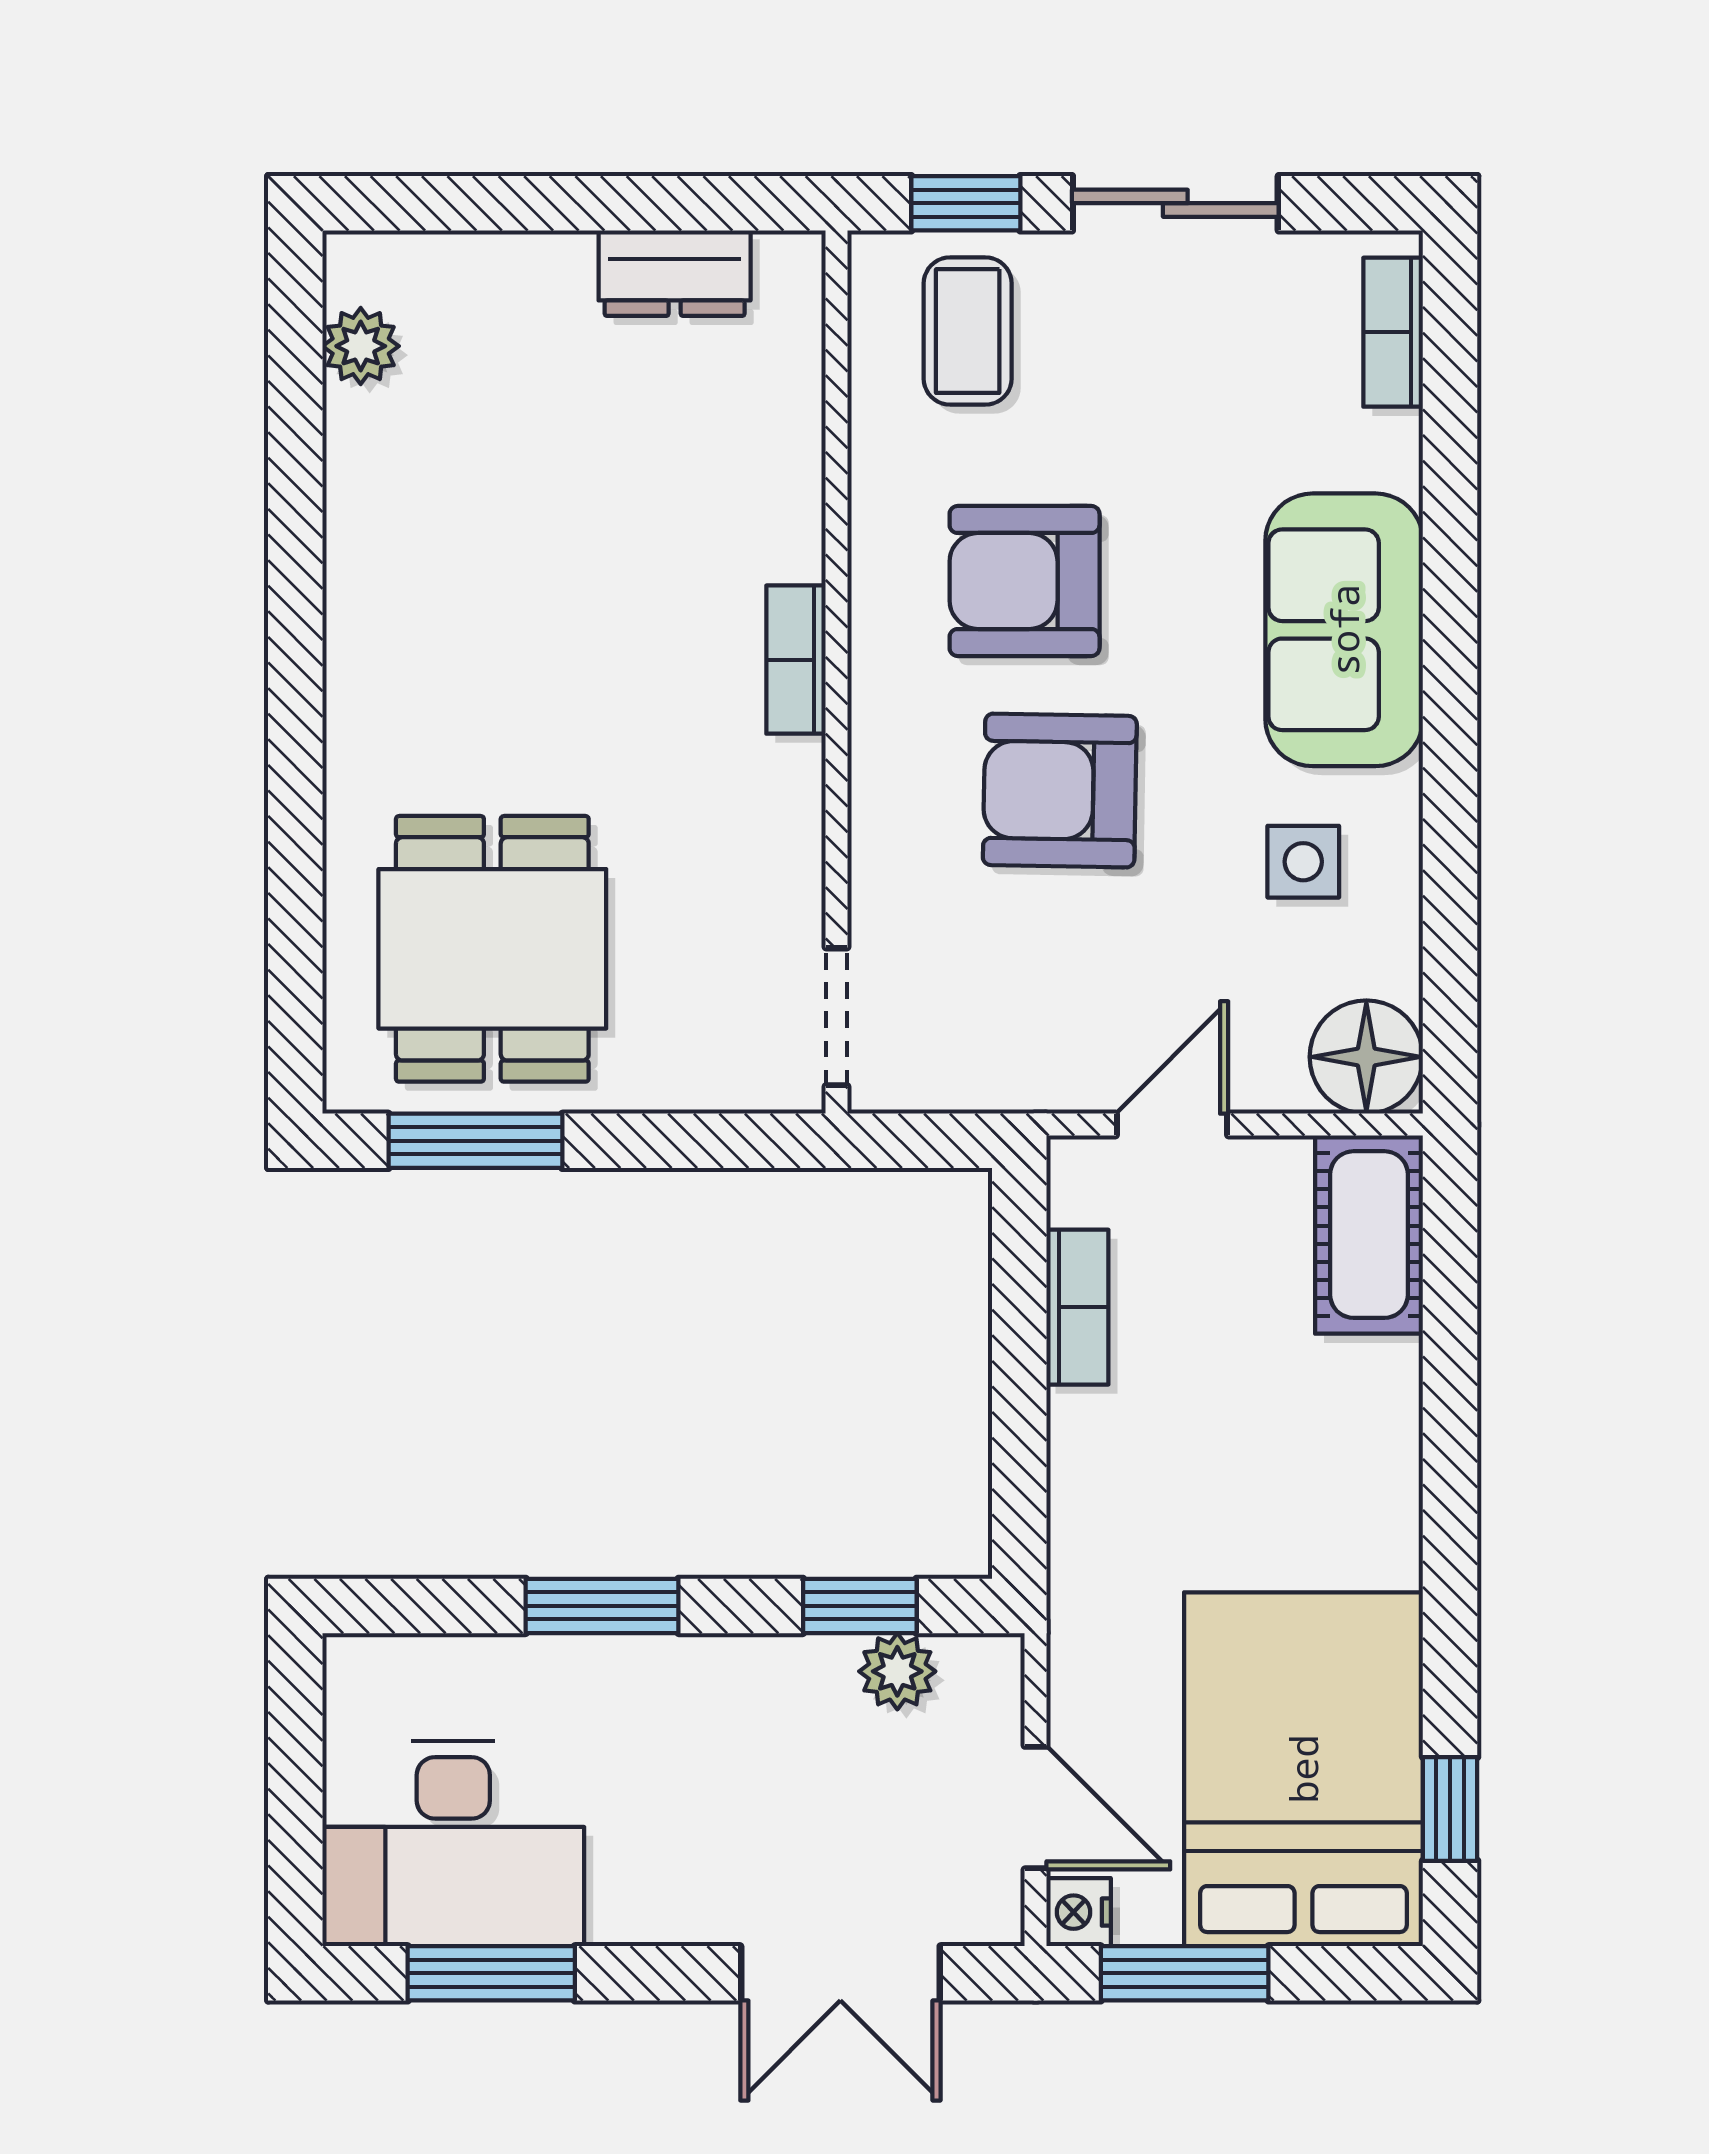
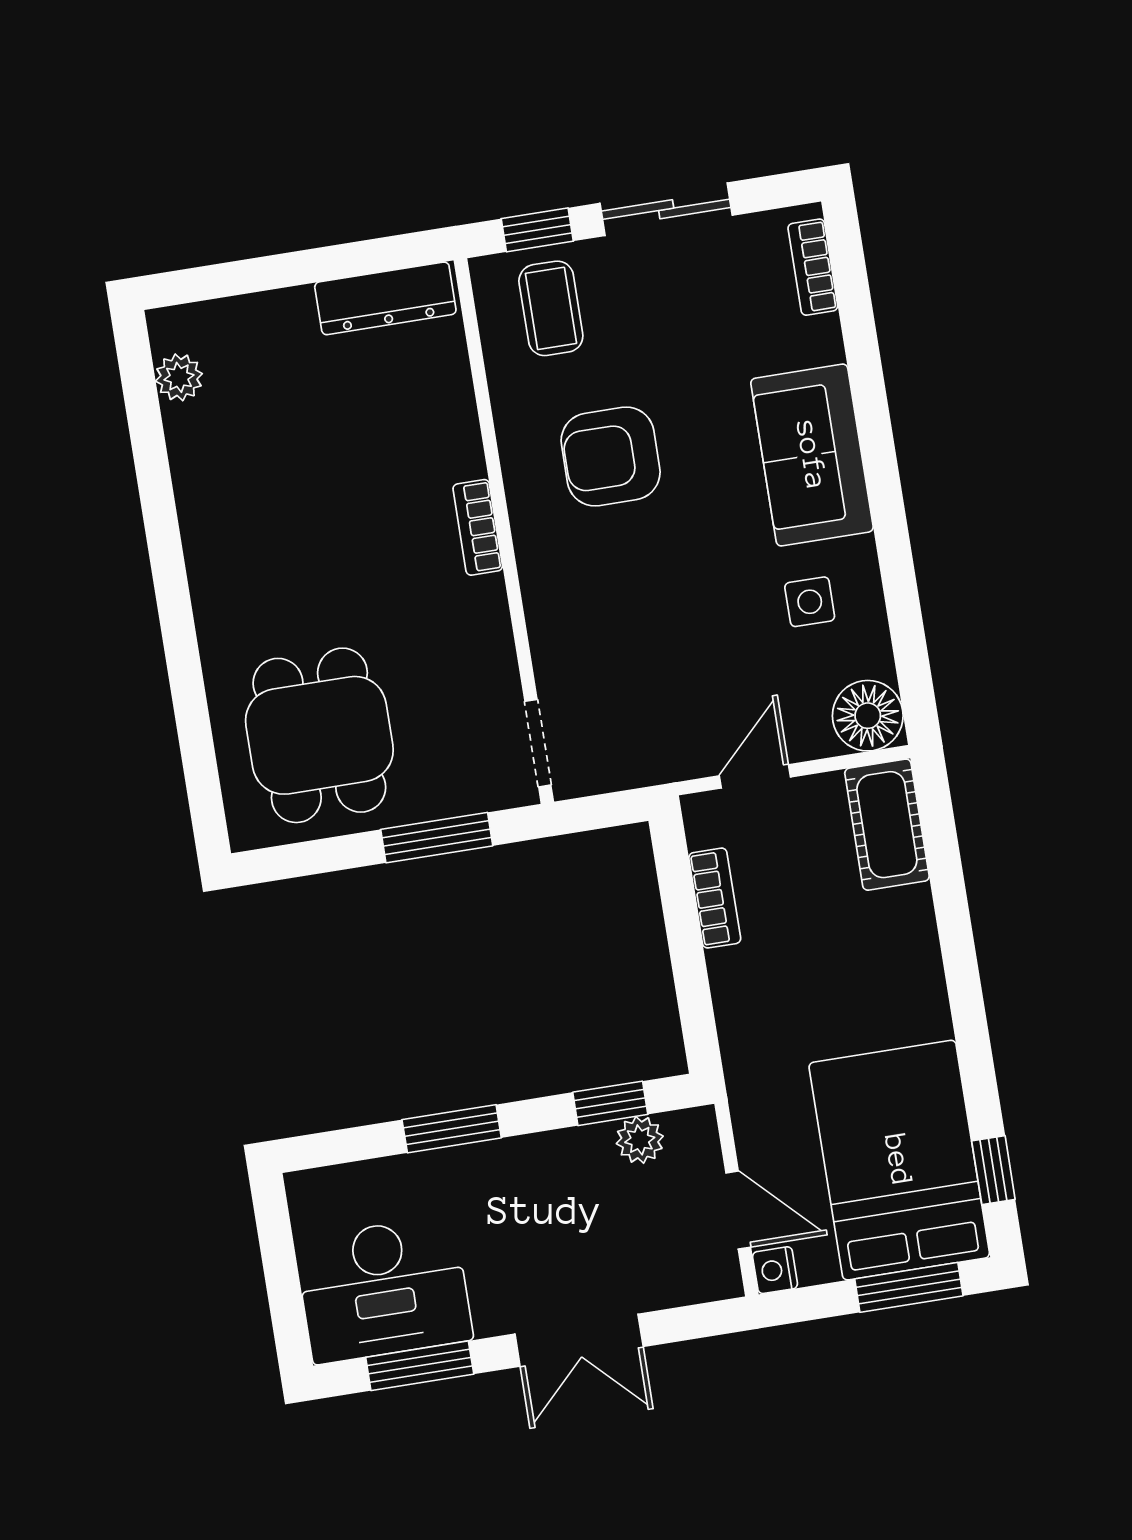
dresser: (675, 273) -> (385, 298), width x1.44
armchair: (1060, 791) -> (653, 582), removed
window: (475, 1141) -> (437, 838), moved
double door: (840, 1973) -> (579, 1340), moved
window: (1185, 1973) -> (909, 1287), moved

